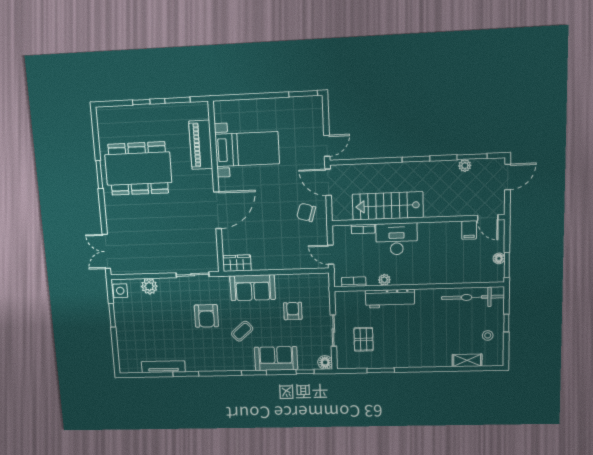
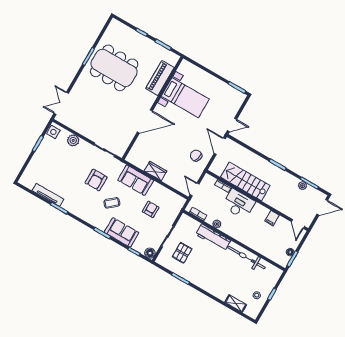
filing cabinet: (469, 230) -> (272, 218), moved
wardrobe: (237, 263) -> (155, 171), moved
bicycle: (473, 297) -> (246, 257), moved

